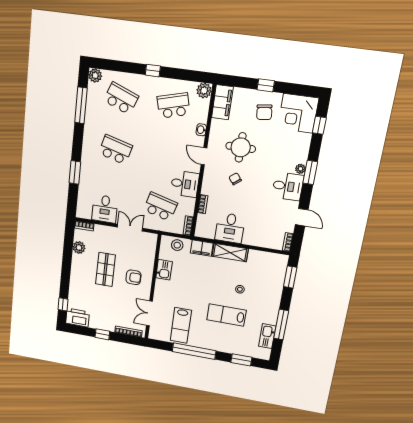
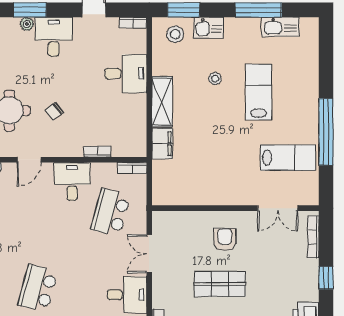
desk: (230, 228) -> (126, 74), moved
stool: (177, 245) -> (175, 34), moved
kitchen sink: (164, 270) -> (209, 28), moved, turned 180
lab bench: (226, 315) -> (259, 92), turned 180
window: (241, 360) -> (326, 58), removed

